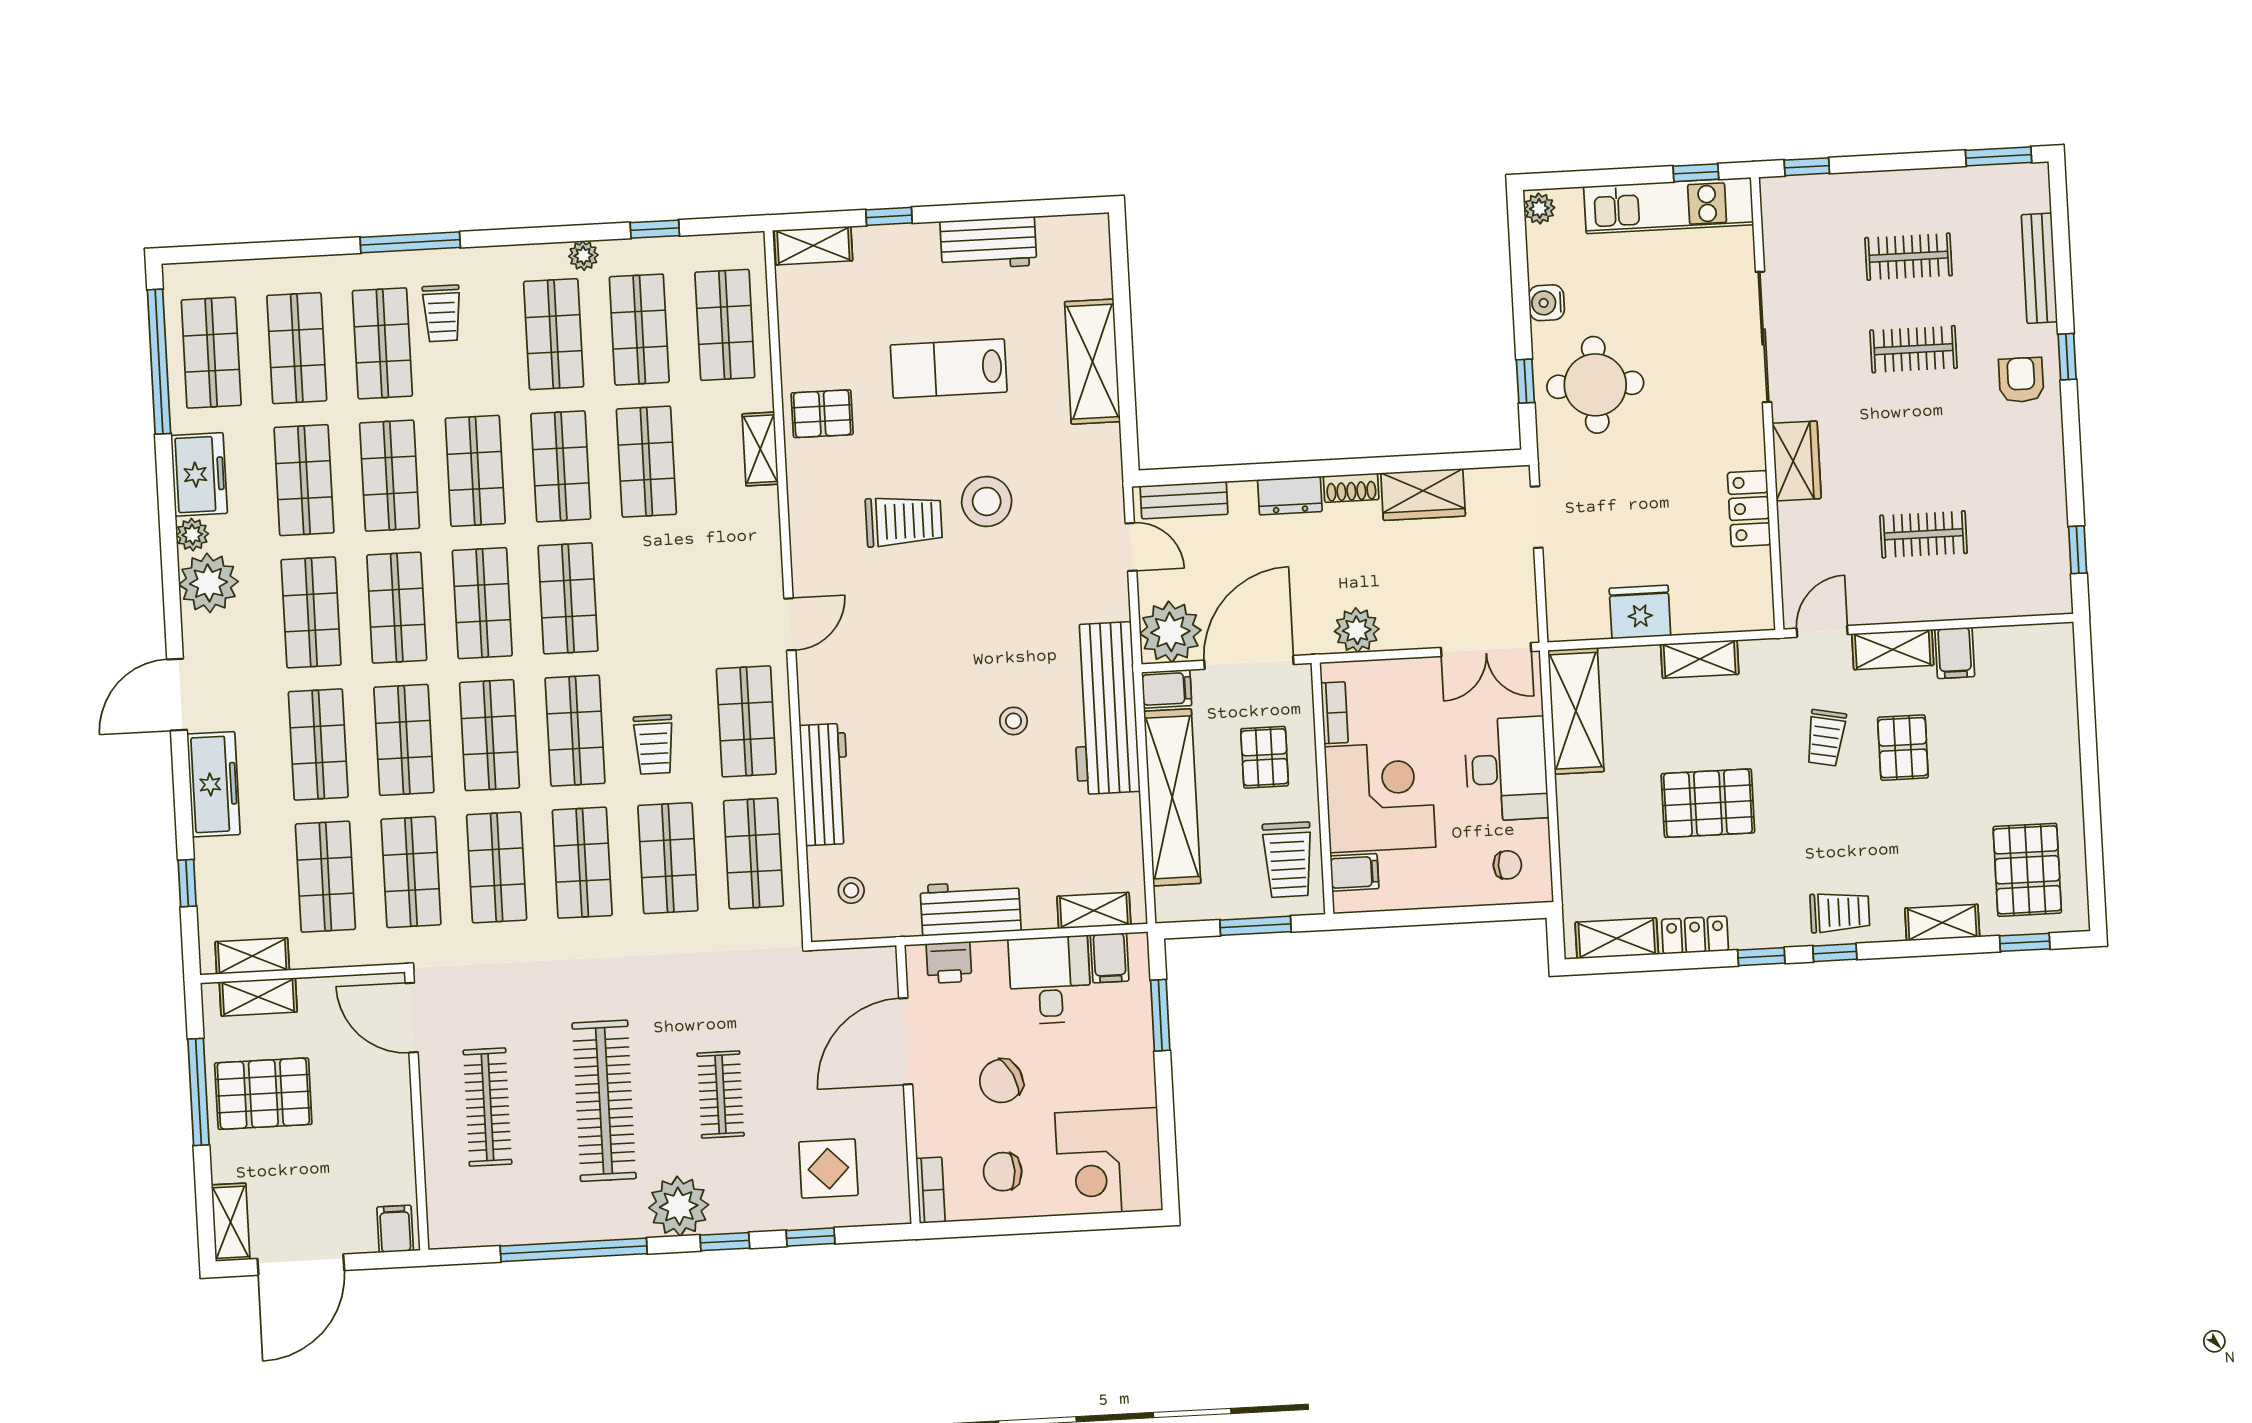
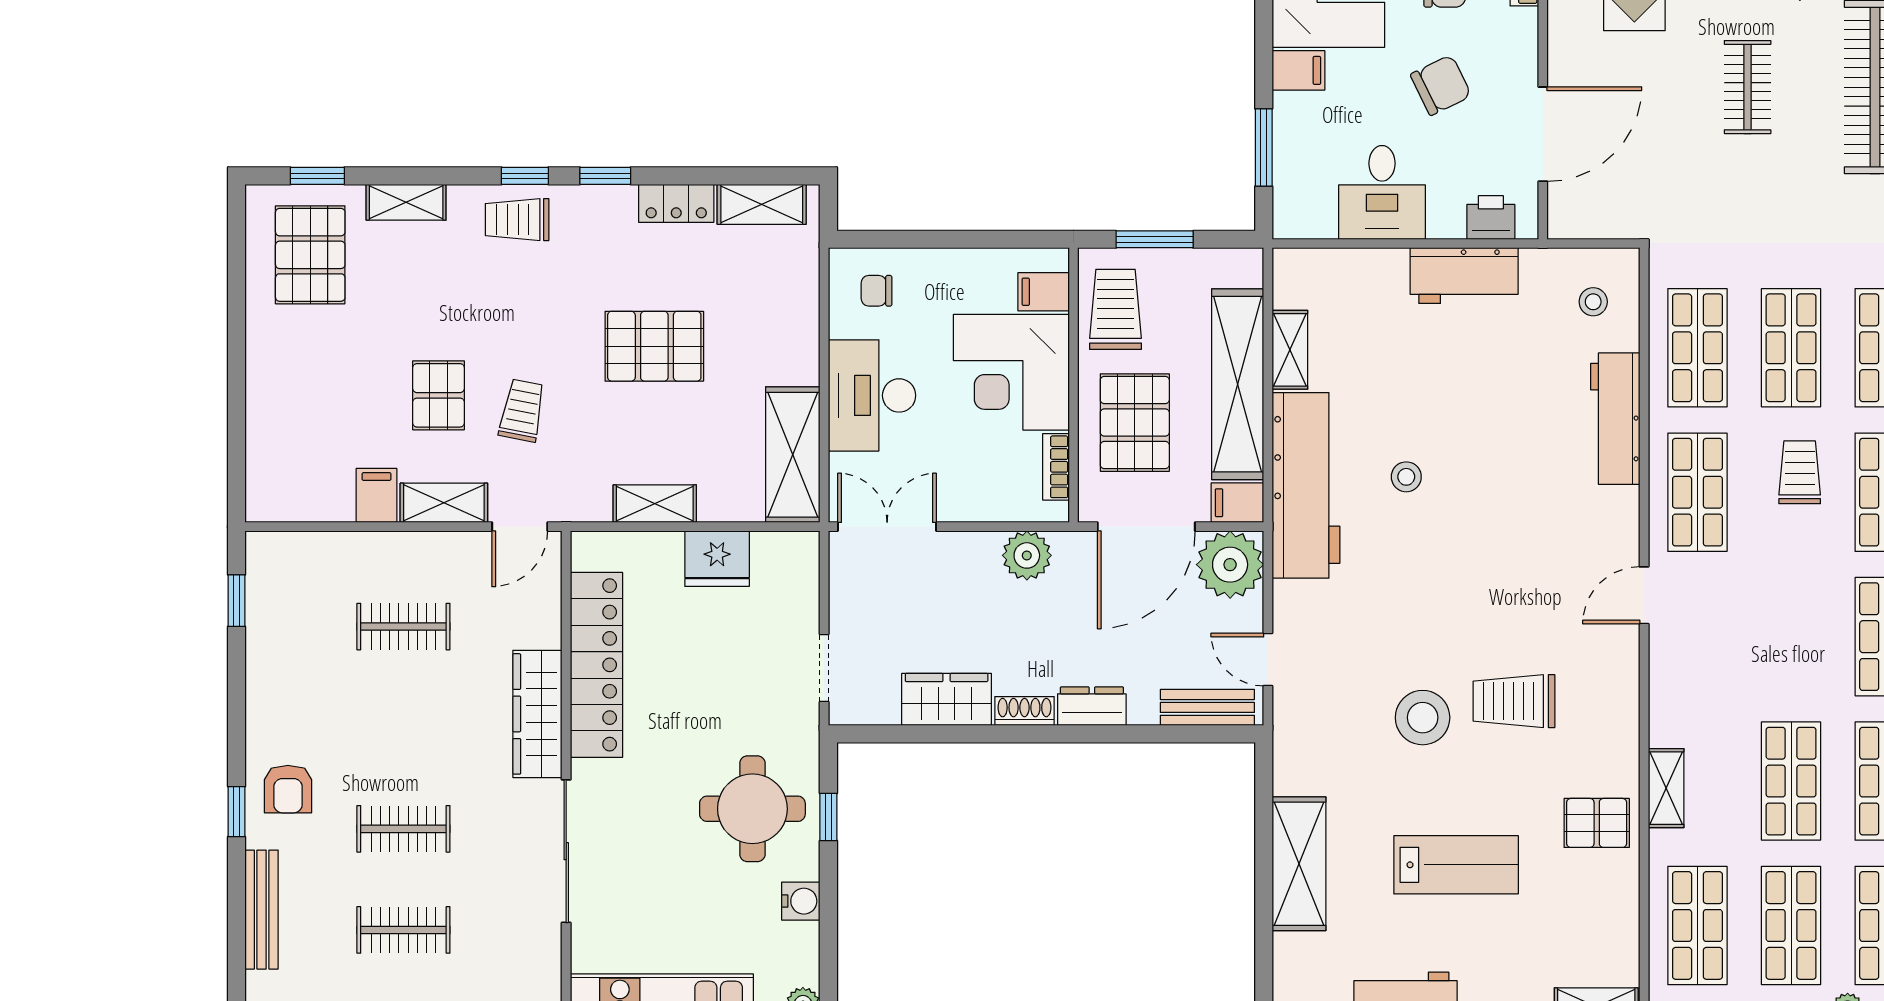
wardrobe: (1797, 461) -> (537, 714), width x1.50
locker: (1749, 509) -> (597, 665), width x2.16, depth x1.21
pallet: (1265, 757) -> (1135, 423), width x1.50, depth x1.42
shelving: (1094, 911) -> (1290, 350), moved, turned 90
filing cabinet: (1110, 958) -> (1298, 70), moved, turned 90

